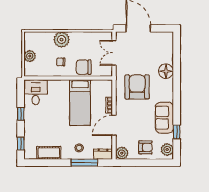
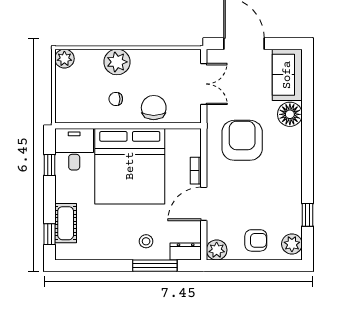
double door: (114, 53) -> (204, 84), swing flipped
plant: (30, 56) -> (64, 59), moved
chair: (84, 67) -> (154, 108), turned 90
bed: (80, 103) -> (130, 166), width x2.04
window: (21, 114) -> (49, 165), moved
sofa: (164, 118) -> (287, 75), moved
cot: (49, 153) -> (66, 223), moved, turned 90

